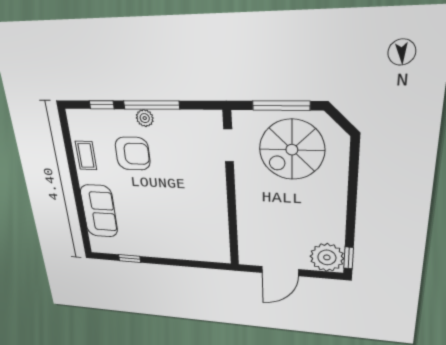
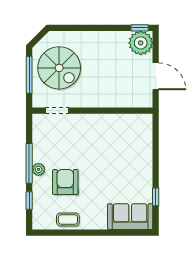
sofa: (99, 211) -> (130, 217), moved

